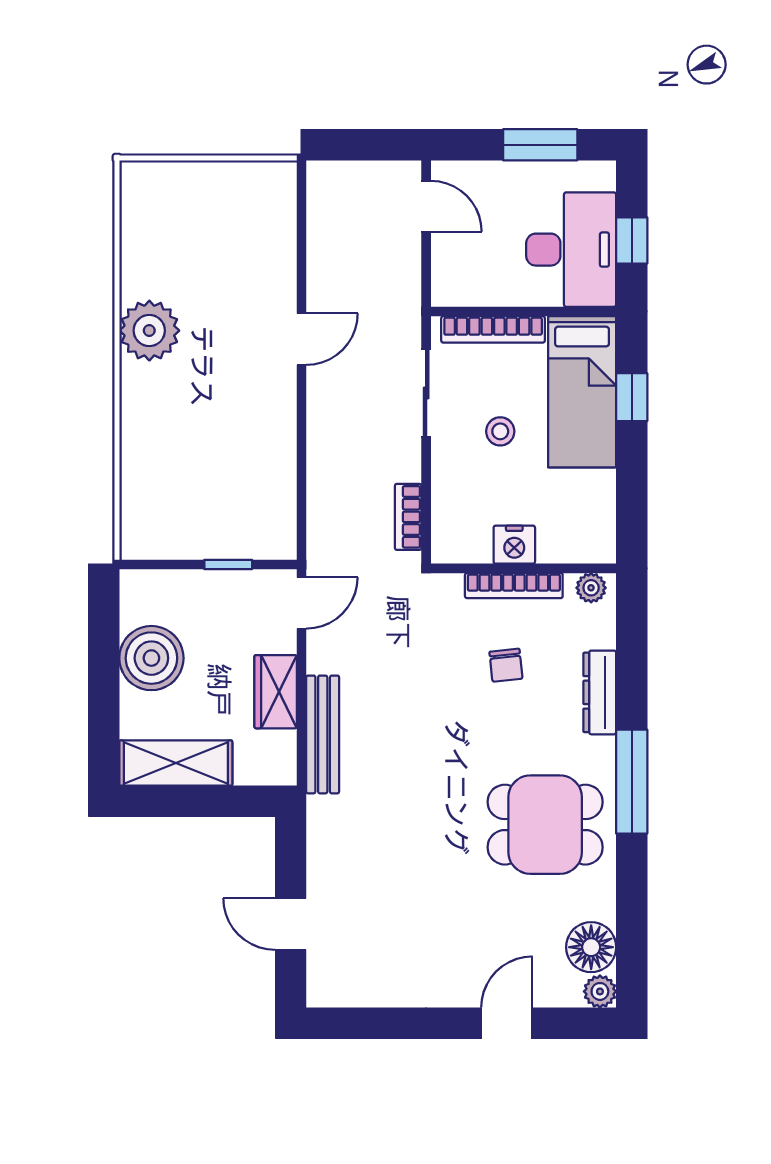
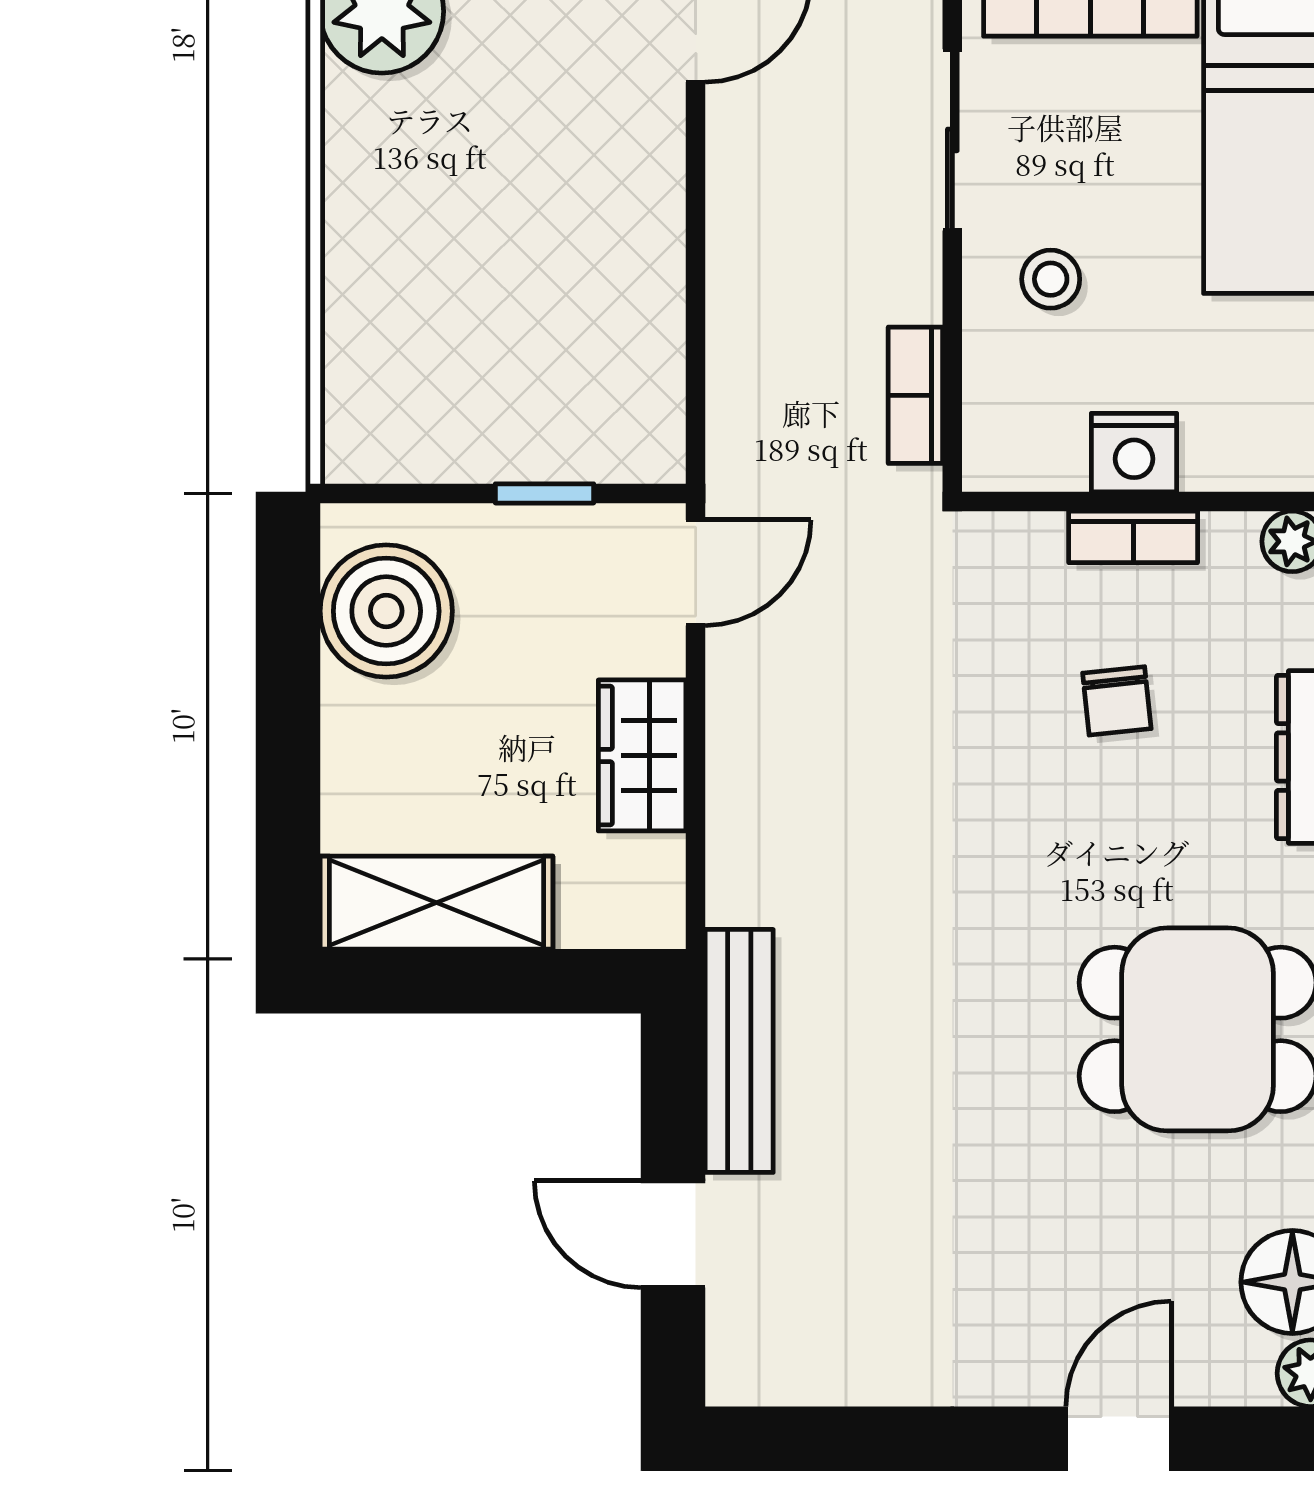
stool: (500, 431) -> (1051, 279), moved
bookcase: (514, 586) -> (1133, 537), width x0.64
boiler: (151, 658) -> (386, 611), moved
bench: (323, 734) -> (739, 1051), moved

